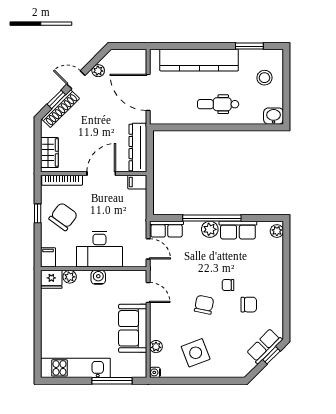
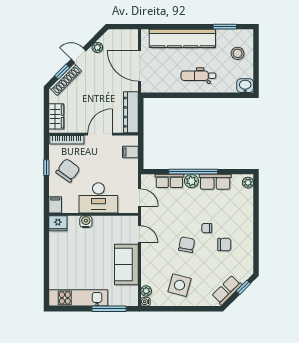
filing cabinet: (137, 182) -> (130, 152), moved
row of seats: (167, 229) -> (169, 181), moved
plant: (70, 277) -> (73, 221), removed
water cooler: (98, 277) -> (86, 222), moved
row of seats: (264, 346) -> (227, 290), moved
plant: (156, 347) -> (146, 291), moved
side table: (196, 353) -> (180, 285), turned 36

